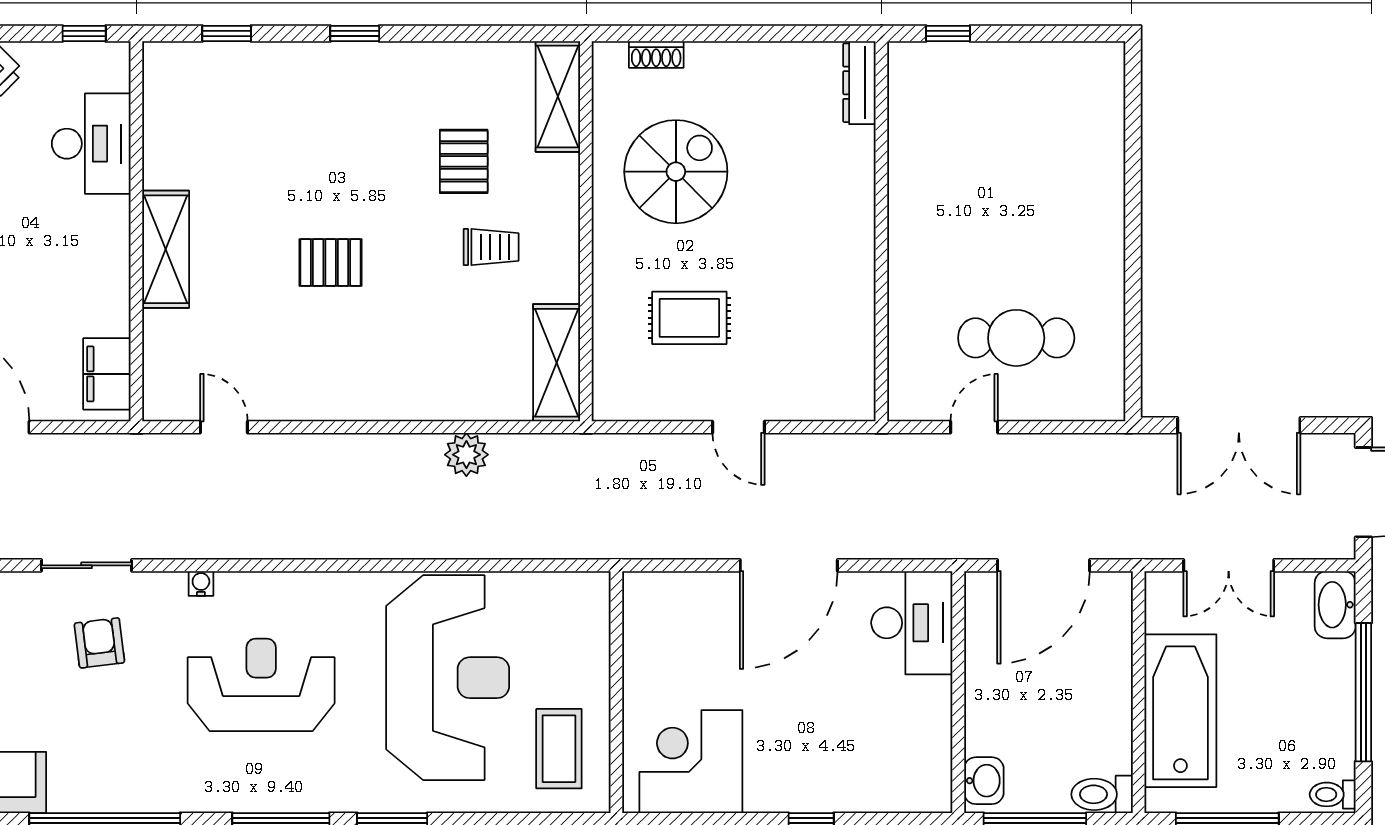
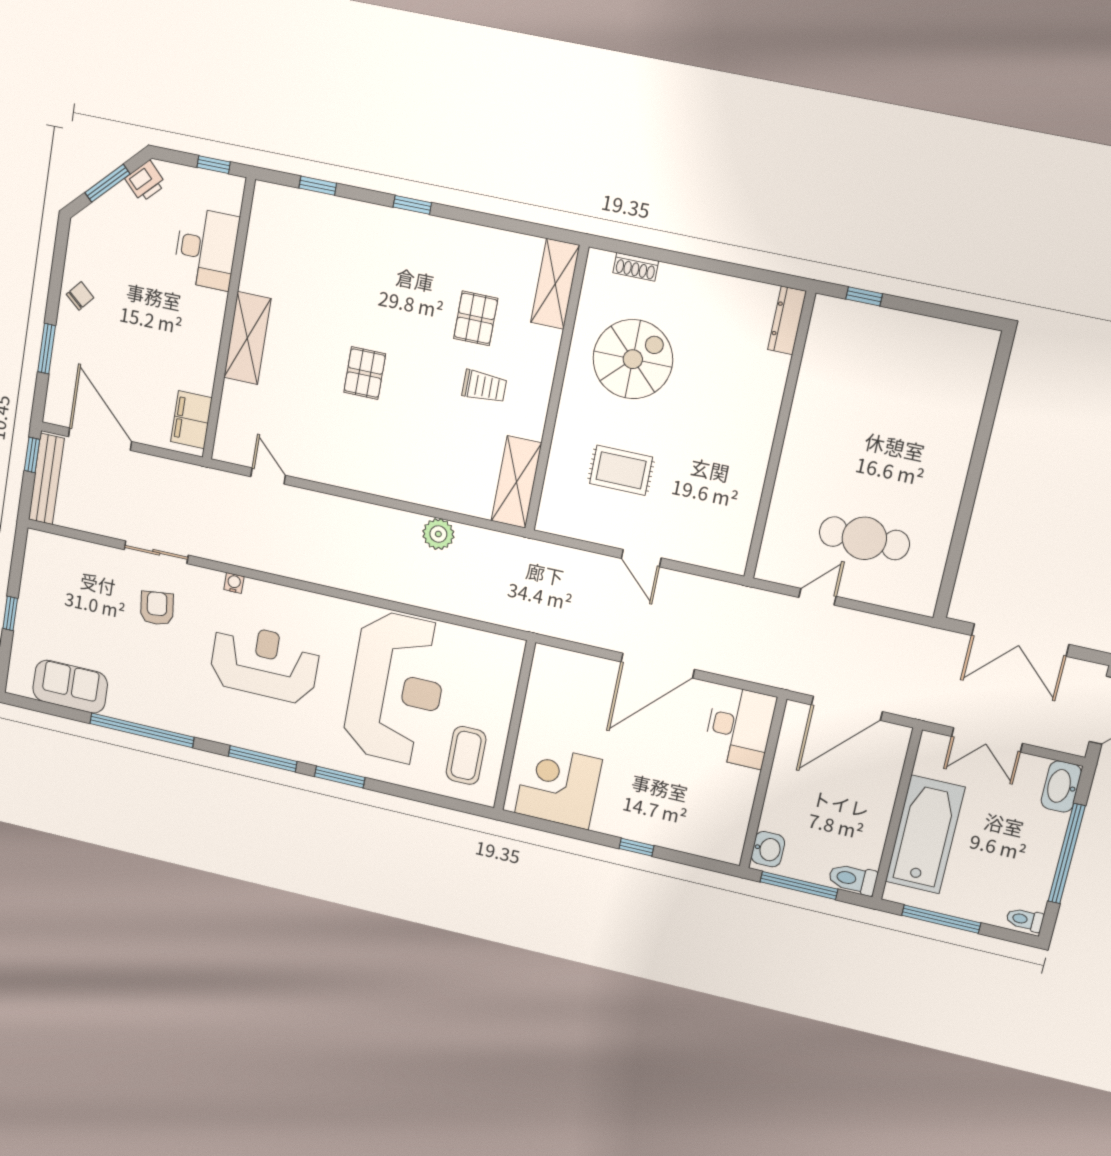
pallet: (331, 263) -> (365, 373), turned 90

